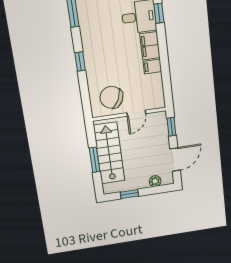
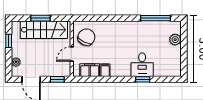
filing cabinet: (150, 46) -> (90, 70), moved
window: (80, 61) -> (116, 18), removed
door: (136, 113) -> (72, 54), hinge flipped

